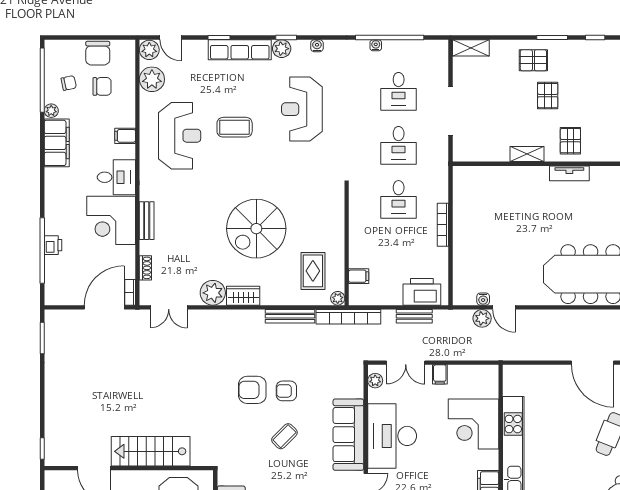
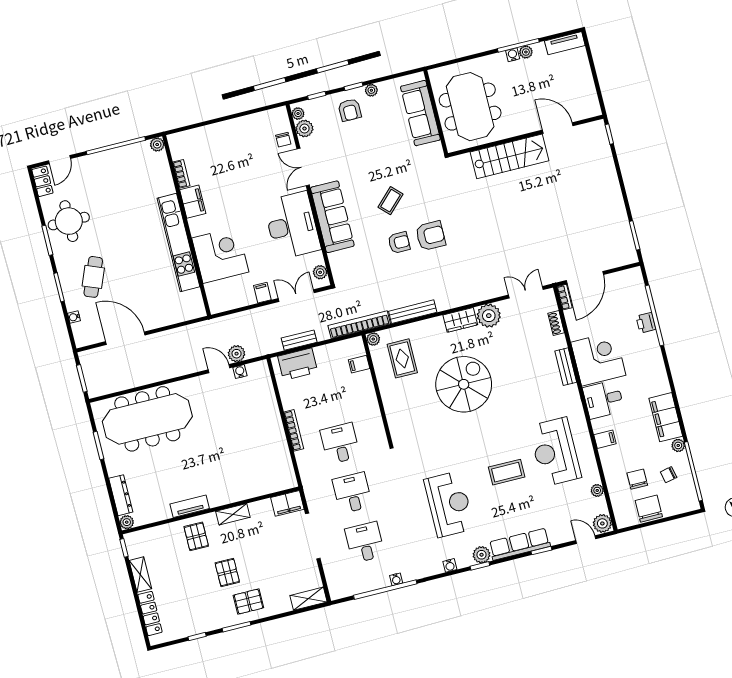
plant: (152, 79) -> (597, 490), width x0.53, depth x0.53
chair: (102, 86) -> (637, 479), turned 90
filing cabinet: (468, 151) -> (287, 503), added

